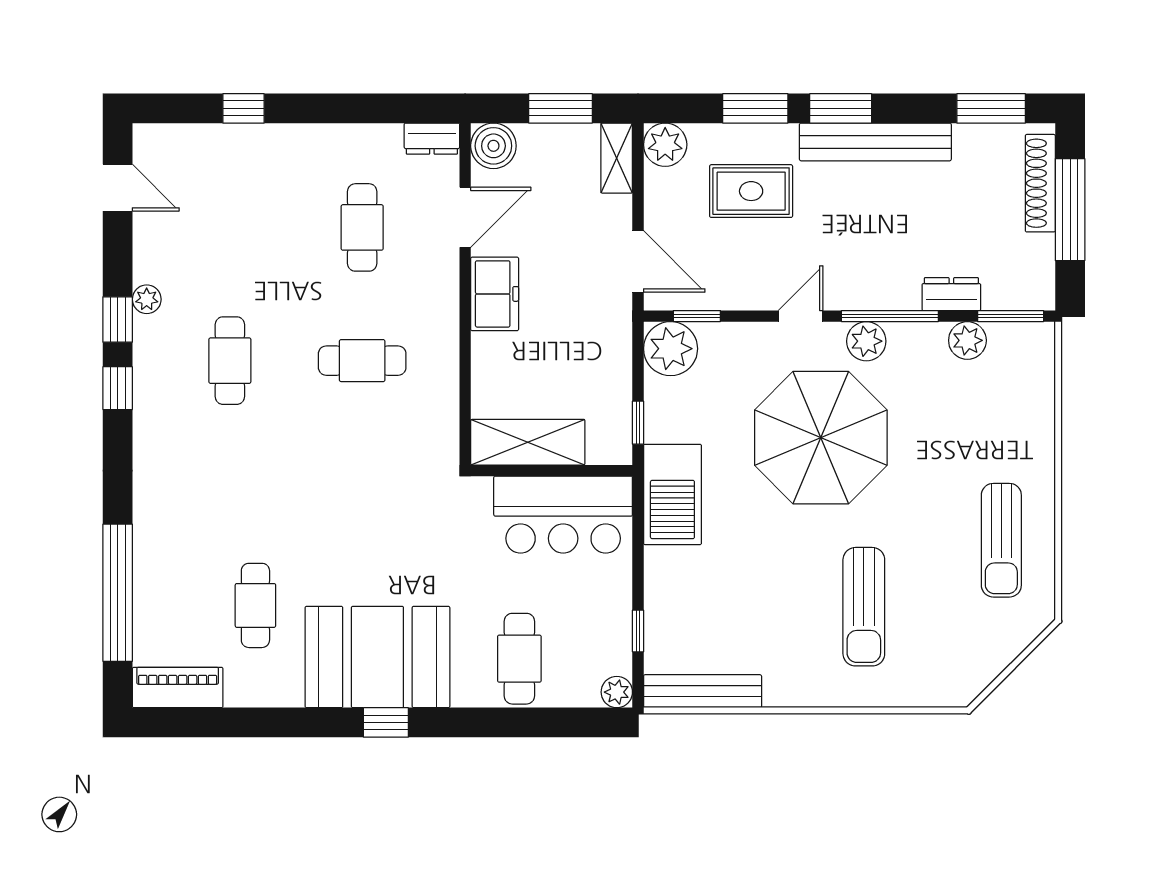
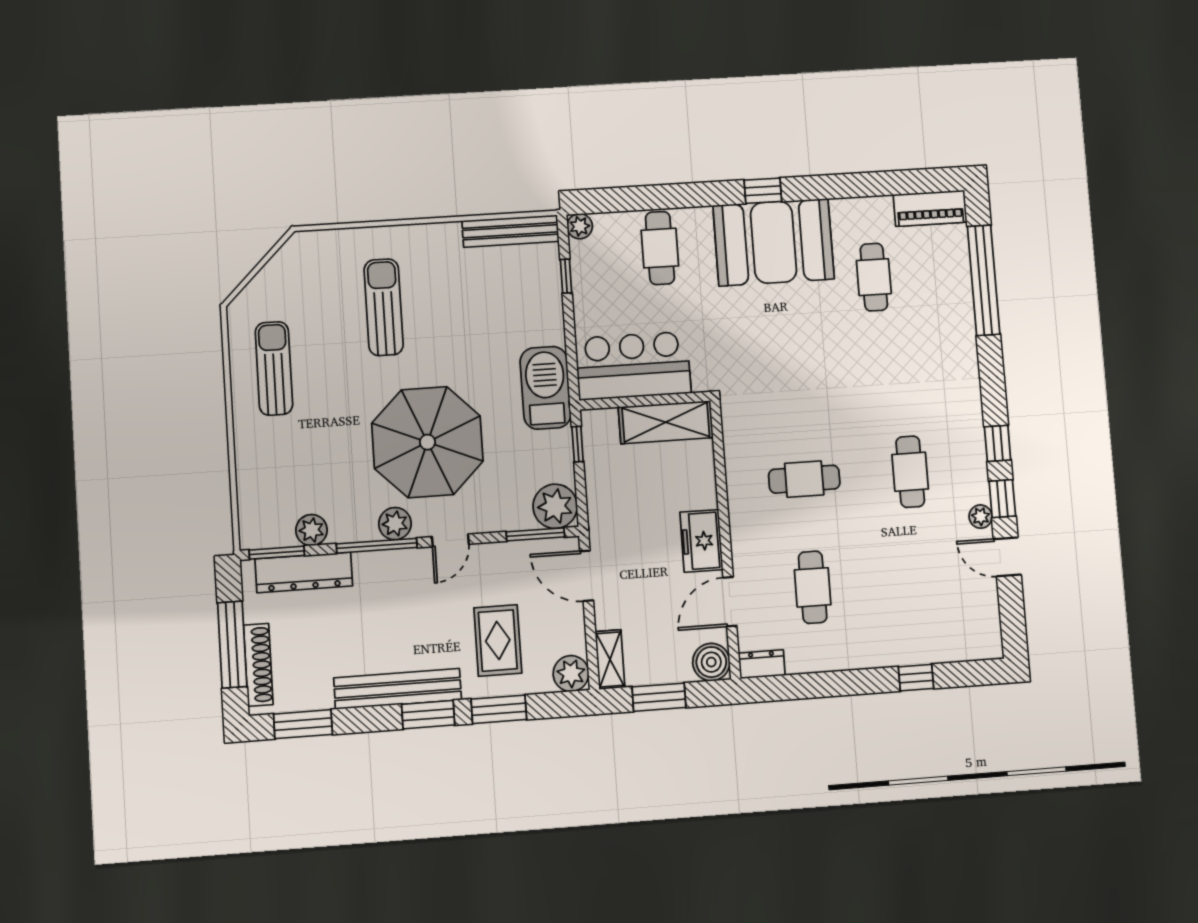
door: (118, 188) -> (1007, 557), moved
rug: (751, 191) -> (498, 640), turned 90
dresser: (951, 294) -> (304, 572), width x1.96, depth x1.24
window: (697, 316) -> (535, 534), width x1.50

